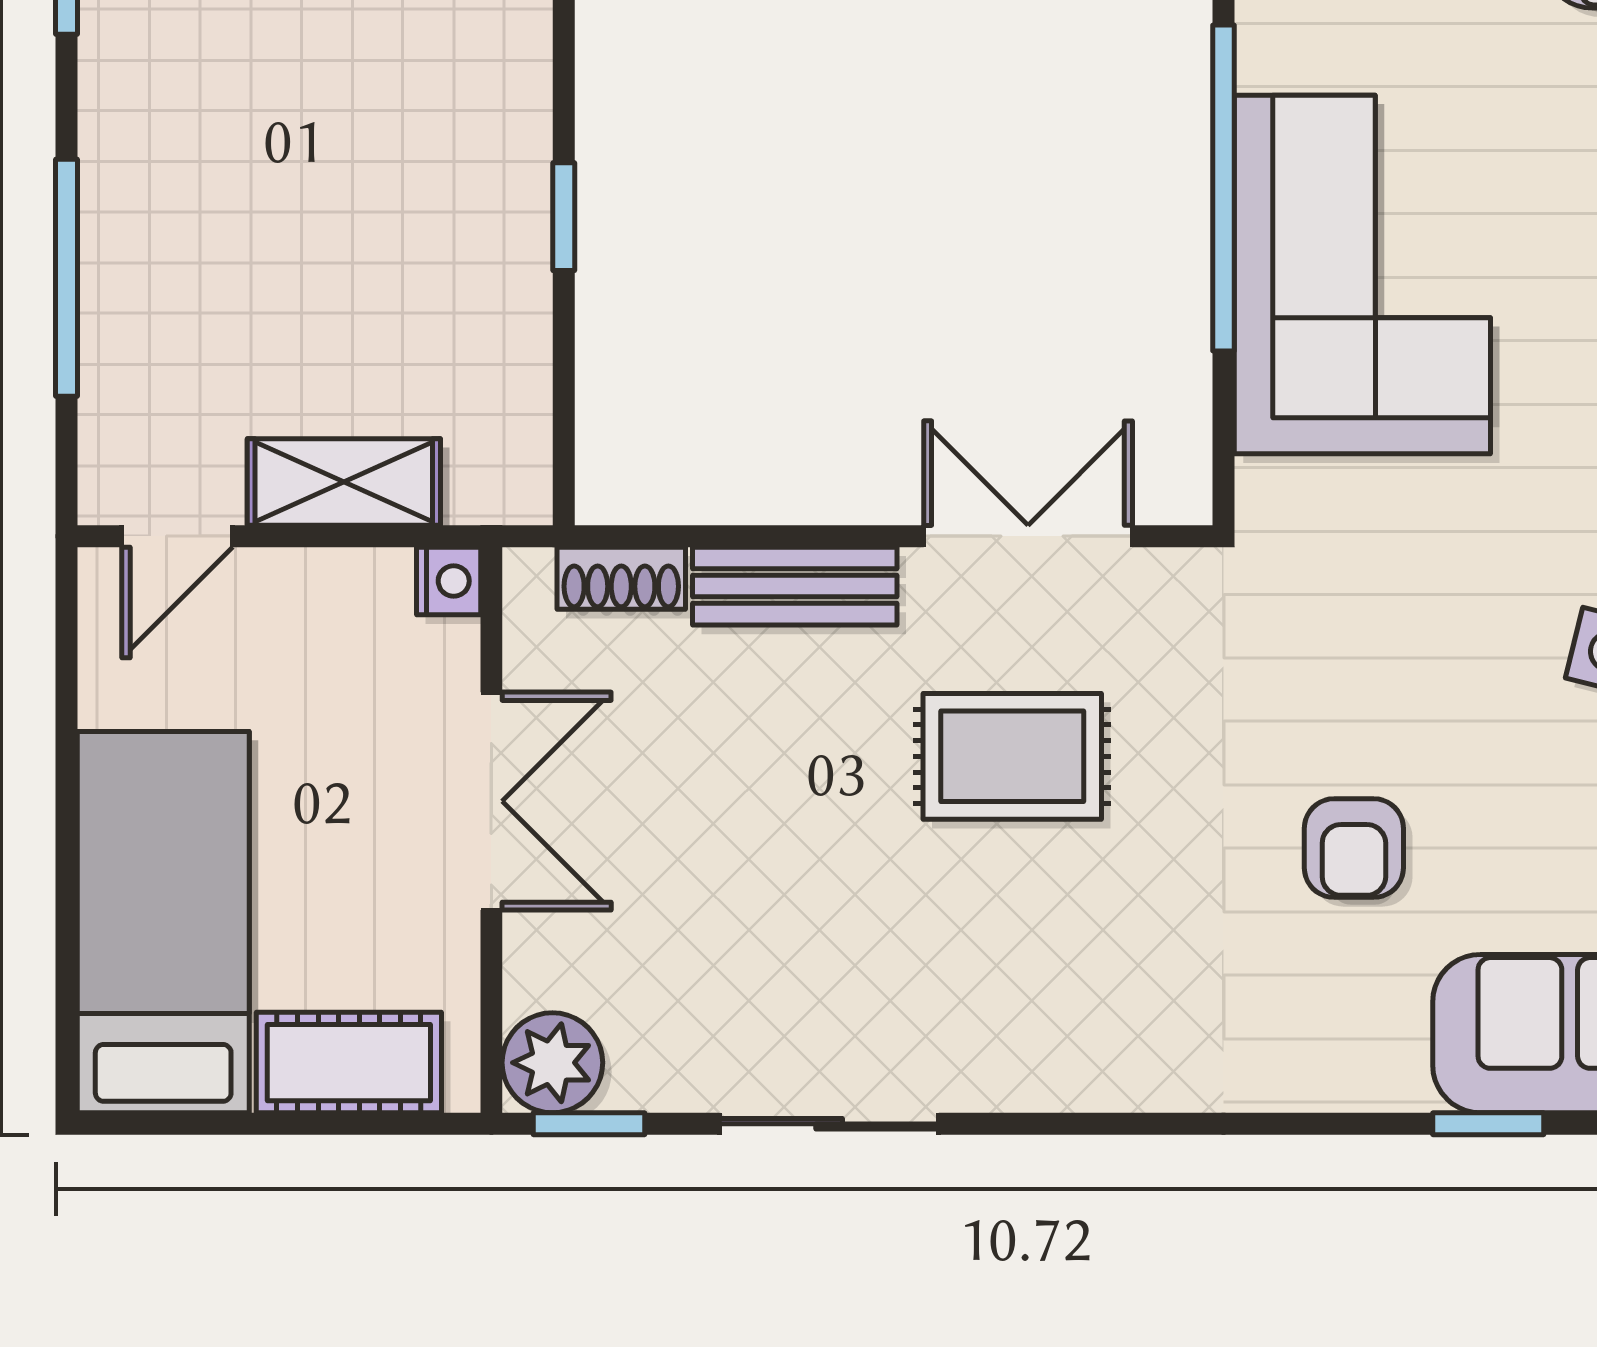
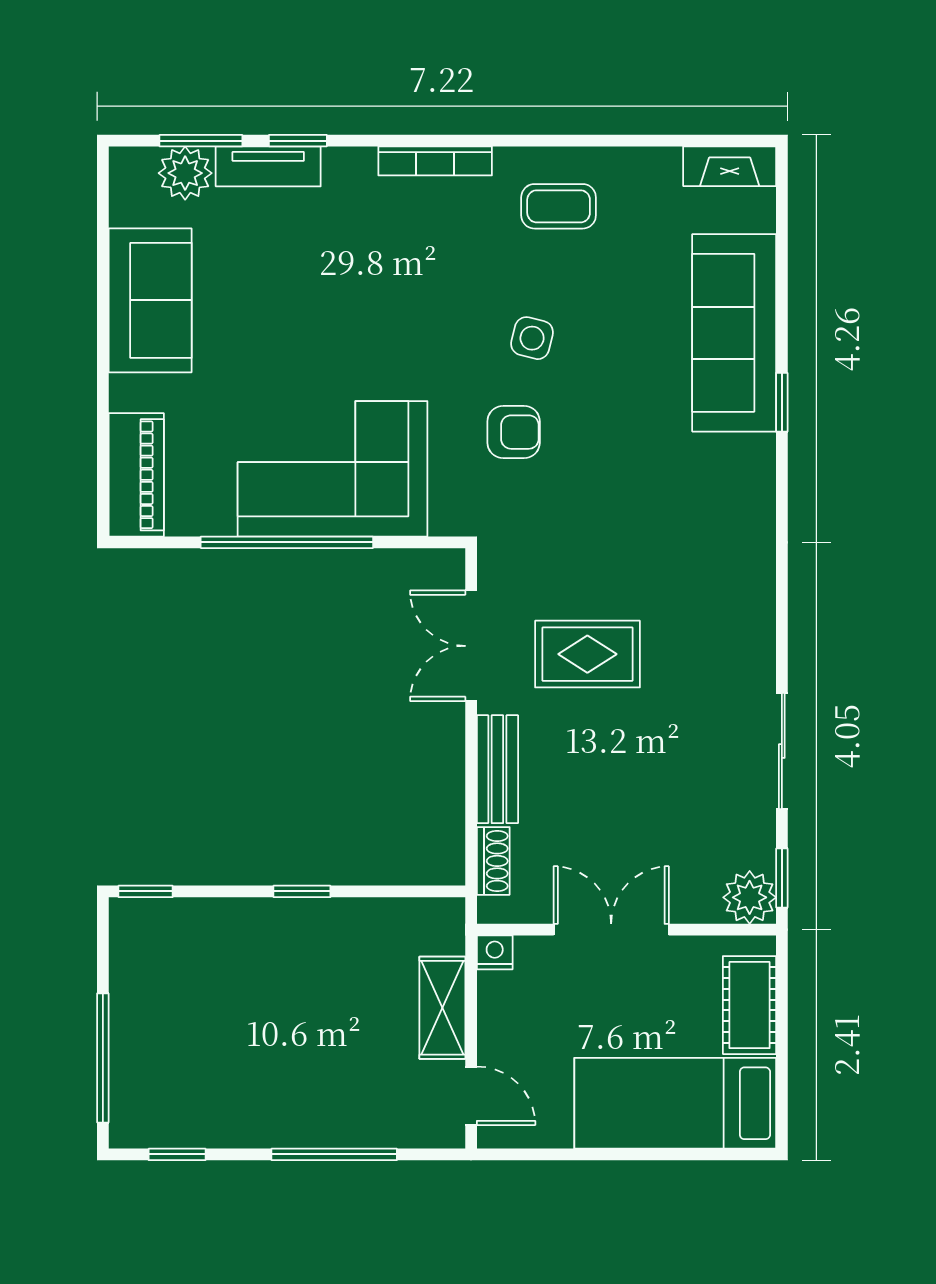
rug: (1012, 756) -> (587, 654), turned 90
armchair: (1354, 848) -> (514, 432), moved

